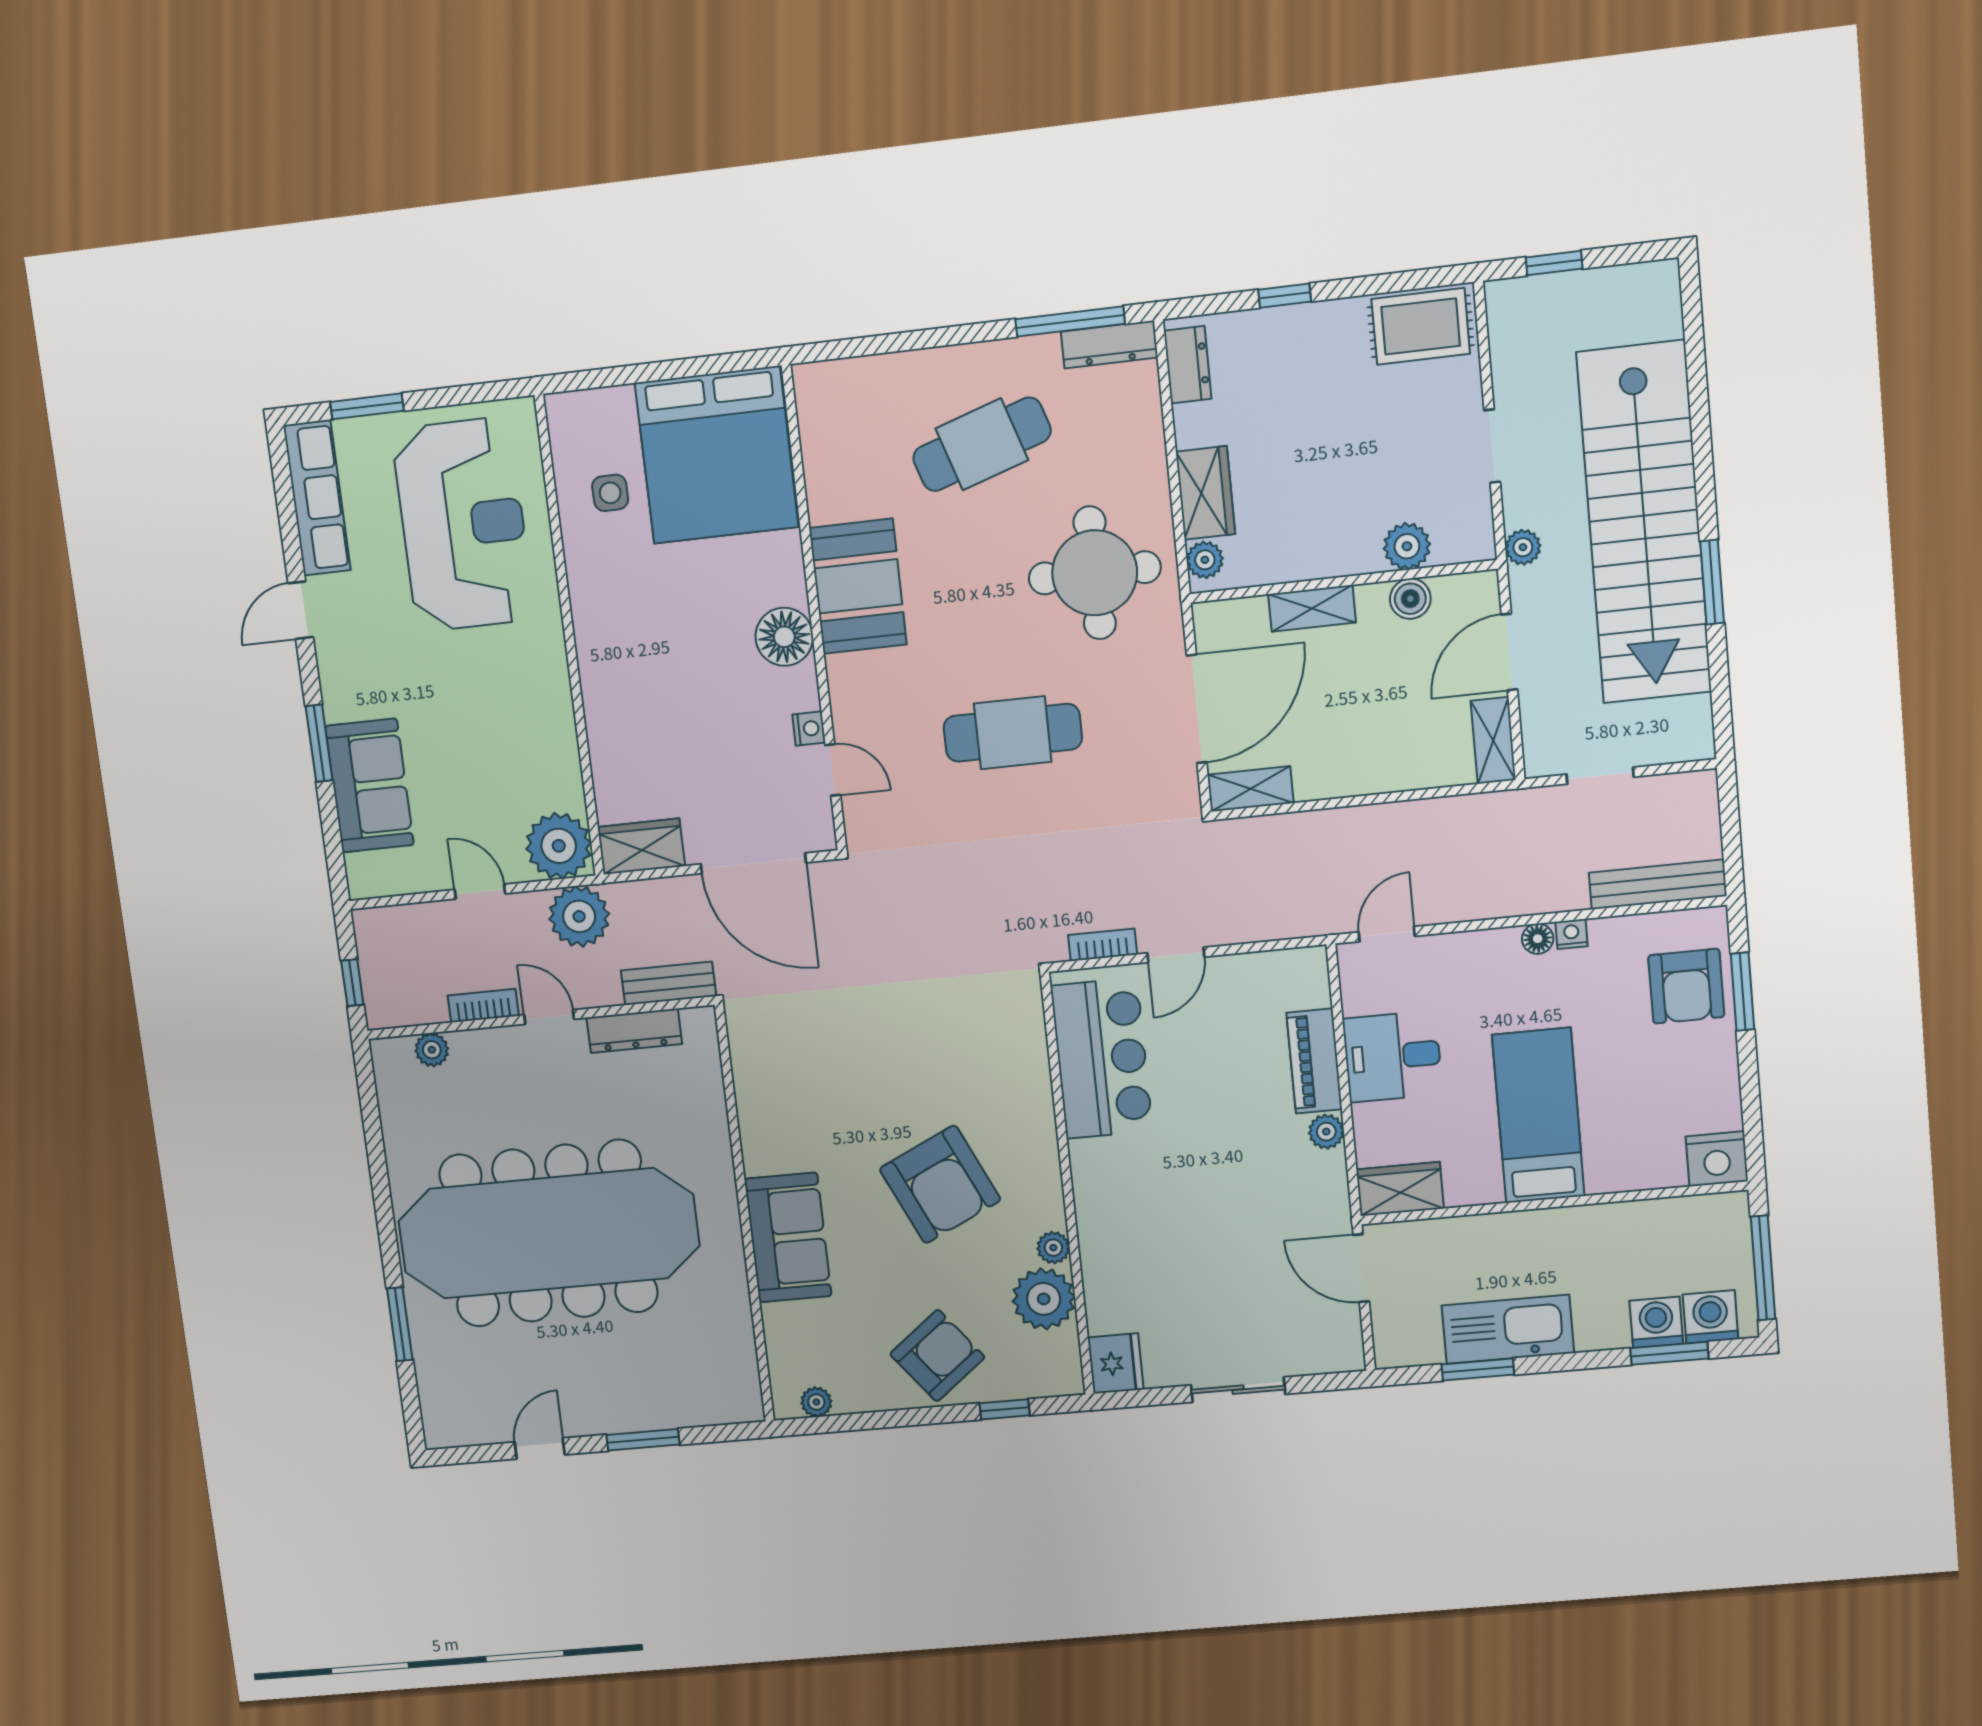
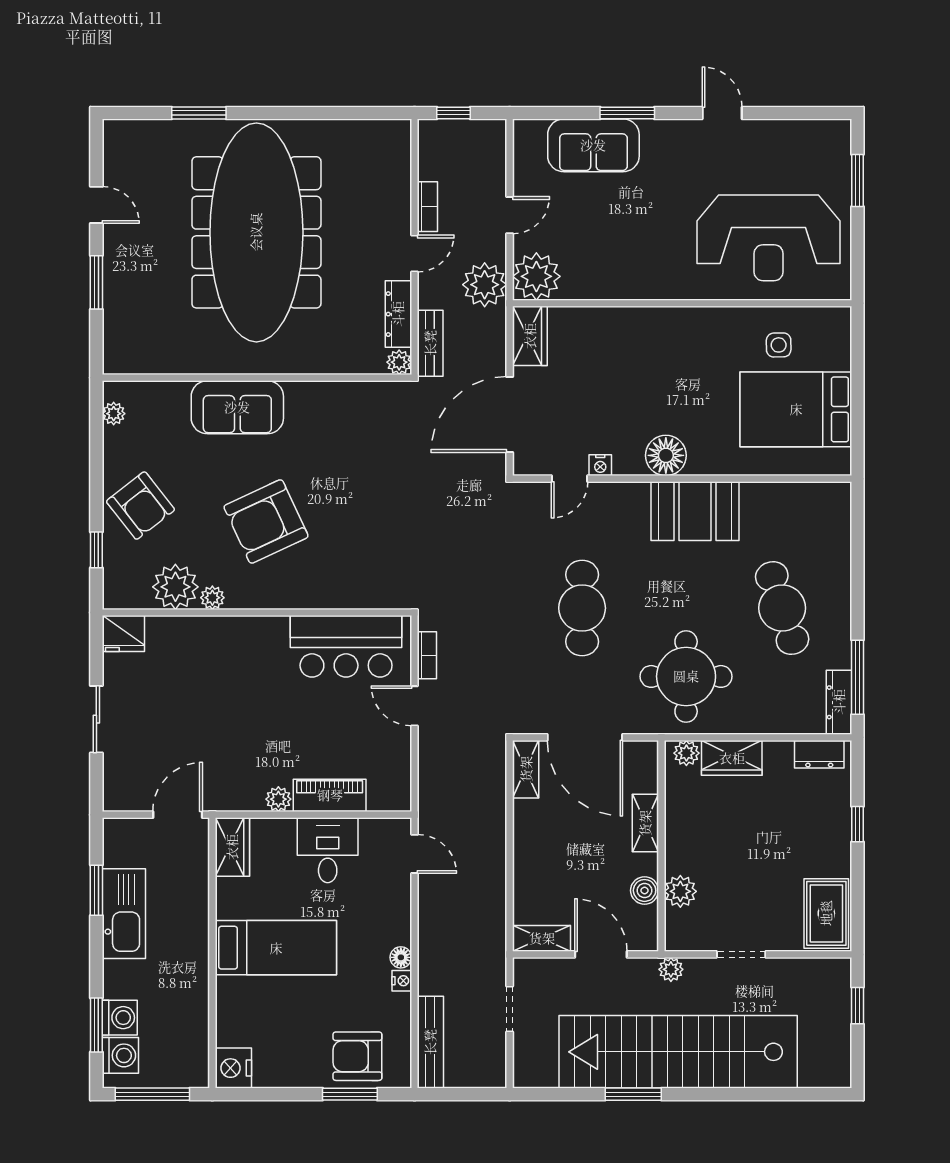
bed: (717, 455) -> (796, 409), width x0.73
row of seats: (317, 498) -> (799, 136), removed
plant: (432, 1050) -> (399, 362), moved

